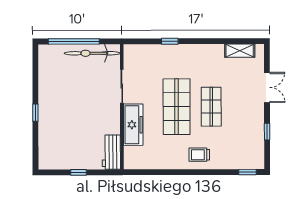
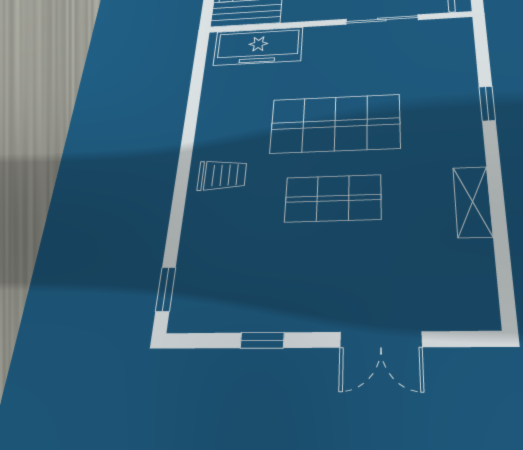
shelving: (240, 51) -> (473, 202), moved
freezer: (133, 125) -> (258, 46), moved
trolley: (199, 155) -> (222, 175), turned 90

